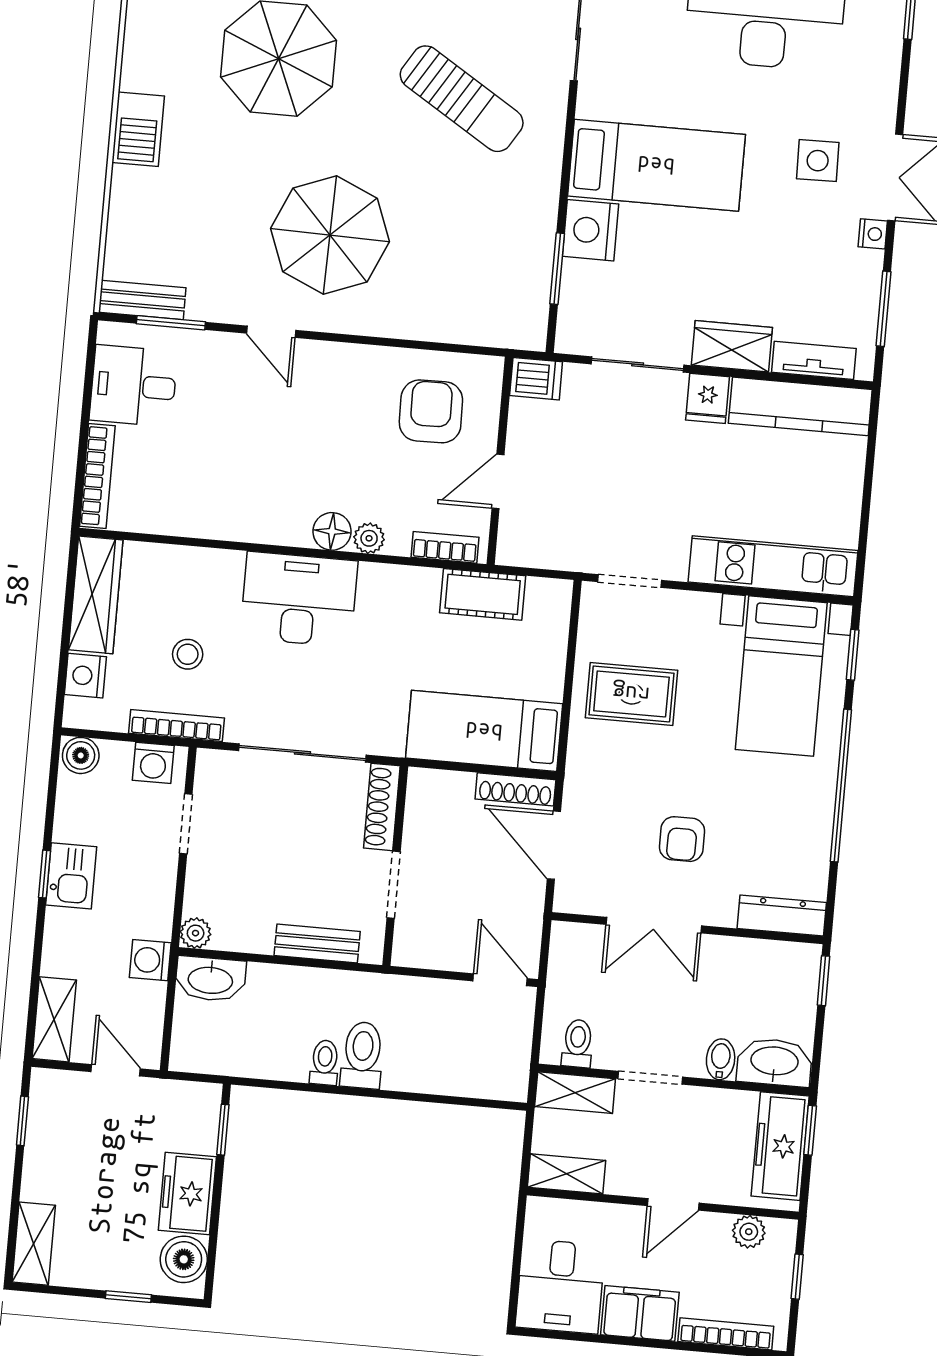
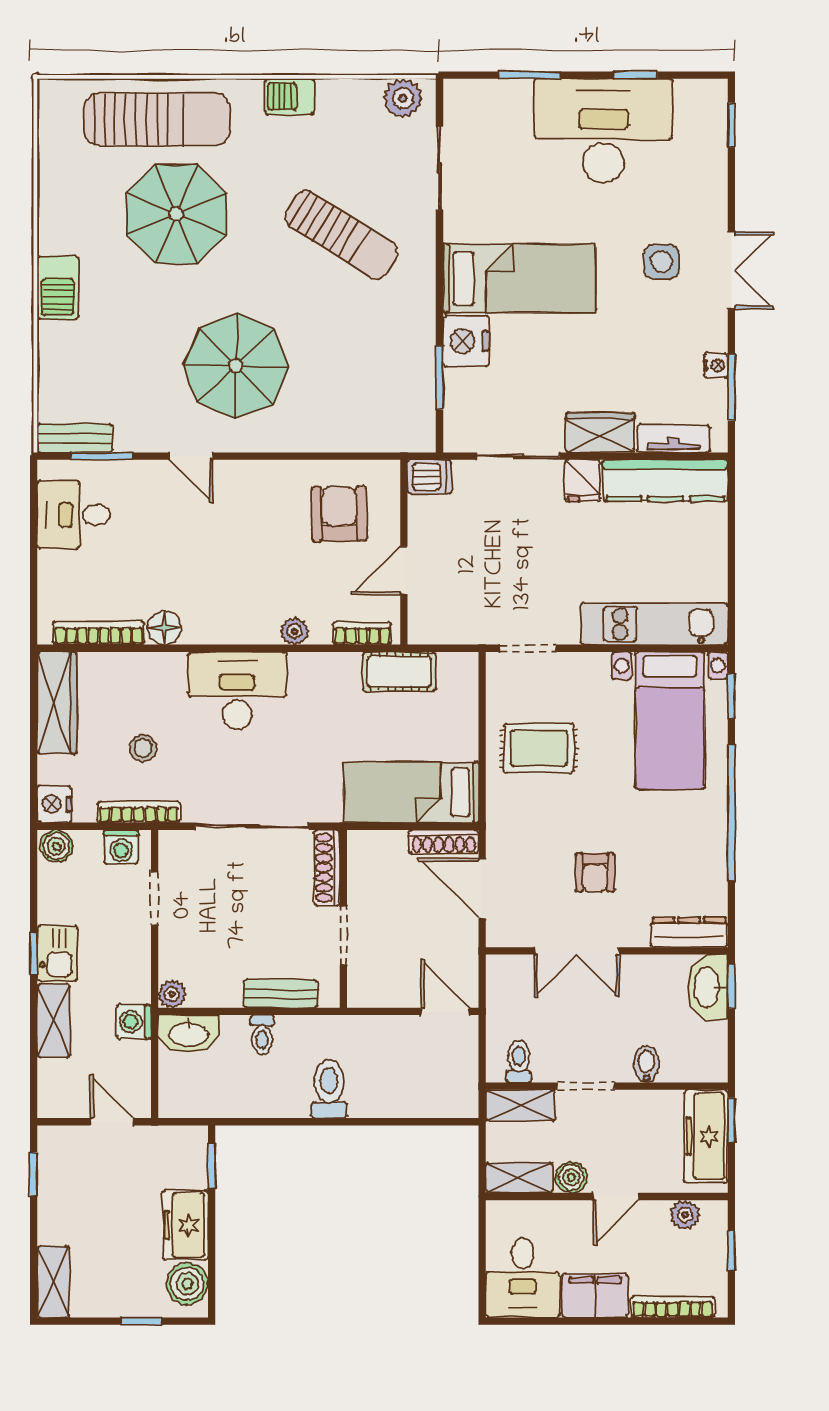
nightstand: (873, 234) -> (716, 365), moved
bookcase: (97, 476) -> (99, 633), moved, turned -90
floor lamp: (332, 531) -> (164, 628), moved
nightstand: (85, 676) -> (54, 804), moved
shelving: (54, 1019) -> (54, 1021), moved
washbasin: (774, 1062) -> (708, 987), moved, turned -90
toilet: (325, 1063) -> (262, 1035), moved, turned 180
boiler: (625, 1178) -> (571, 1177), added

